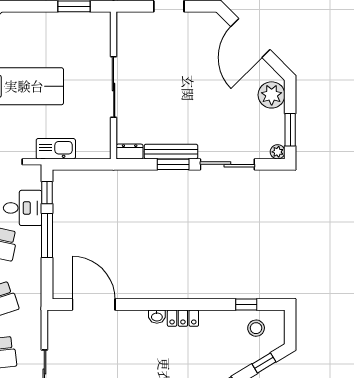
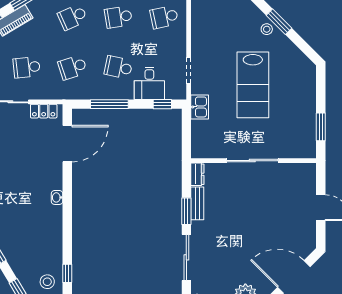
kitchen sink: (56, 149) -> (200, 107), width x0.73
bench: (171, 152) -> (197, 203), width x0.73
window: (47, 235) -> (109, 104), moved
locker: (183, 318) -> (44, 111), moved, turned -90

